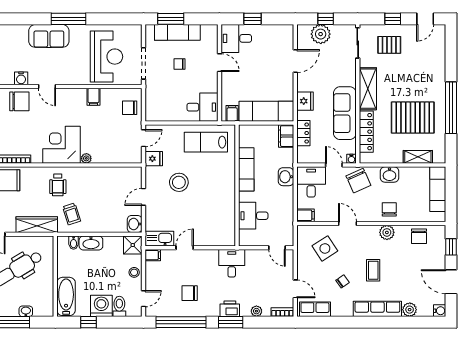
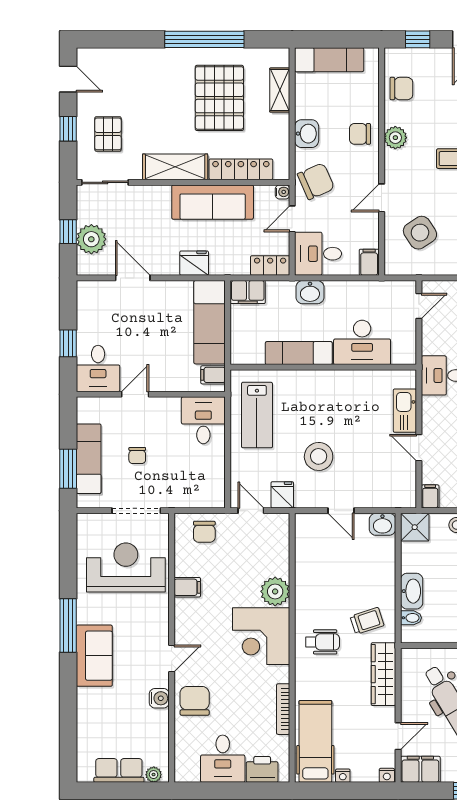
locker: (303, 133) -> (270, 266), moved
plant: (86, 158) -> (275, 591), width x1.87, depth x1.87
desk: (253, 216) -> (362, 342), width x1.37
kitchen sink: (159, 239) -> (405, 411), moved

